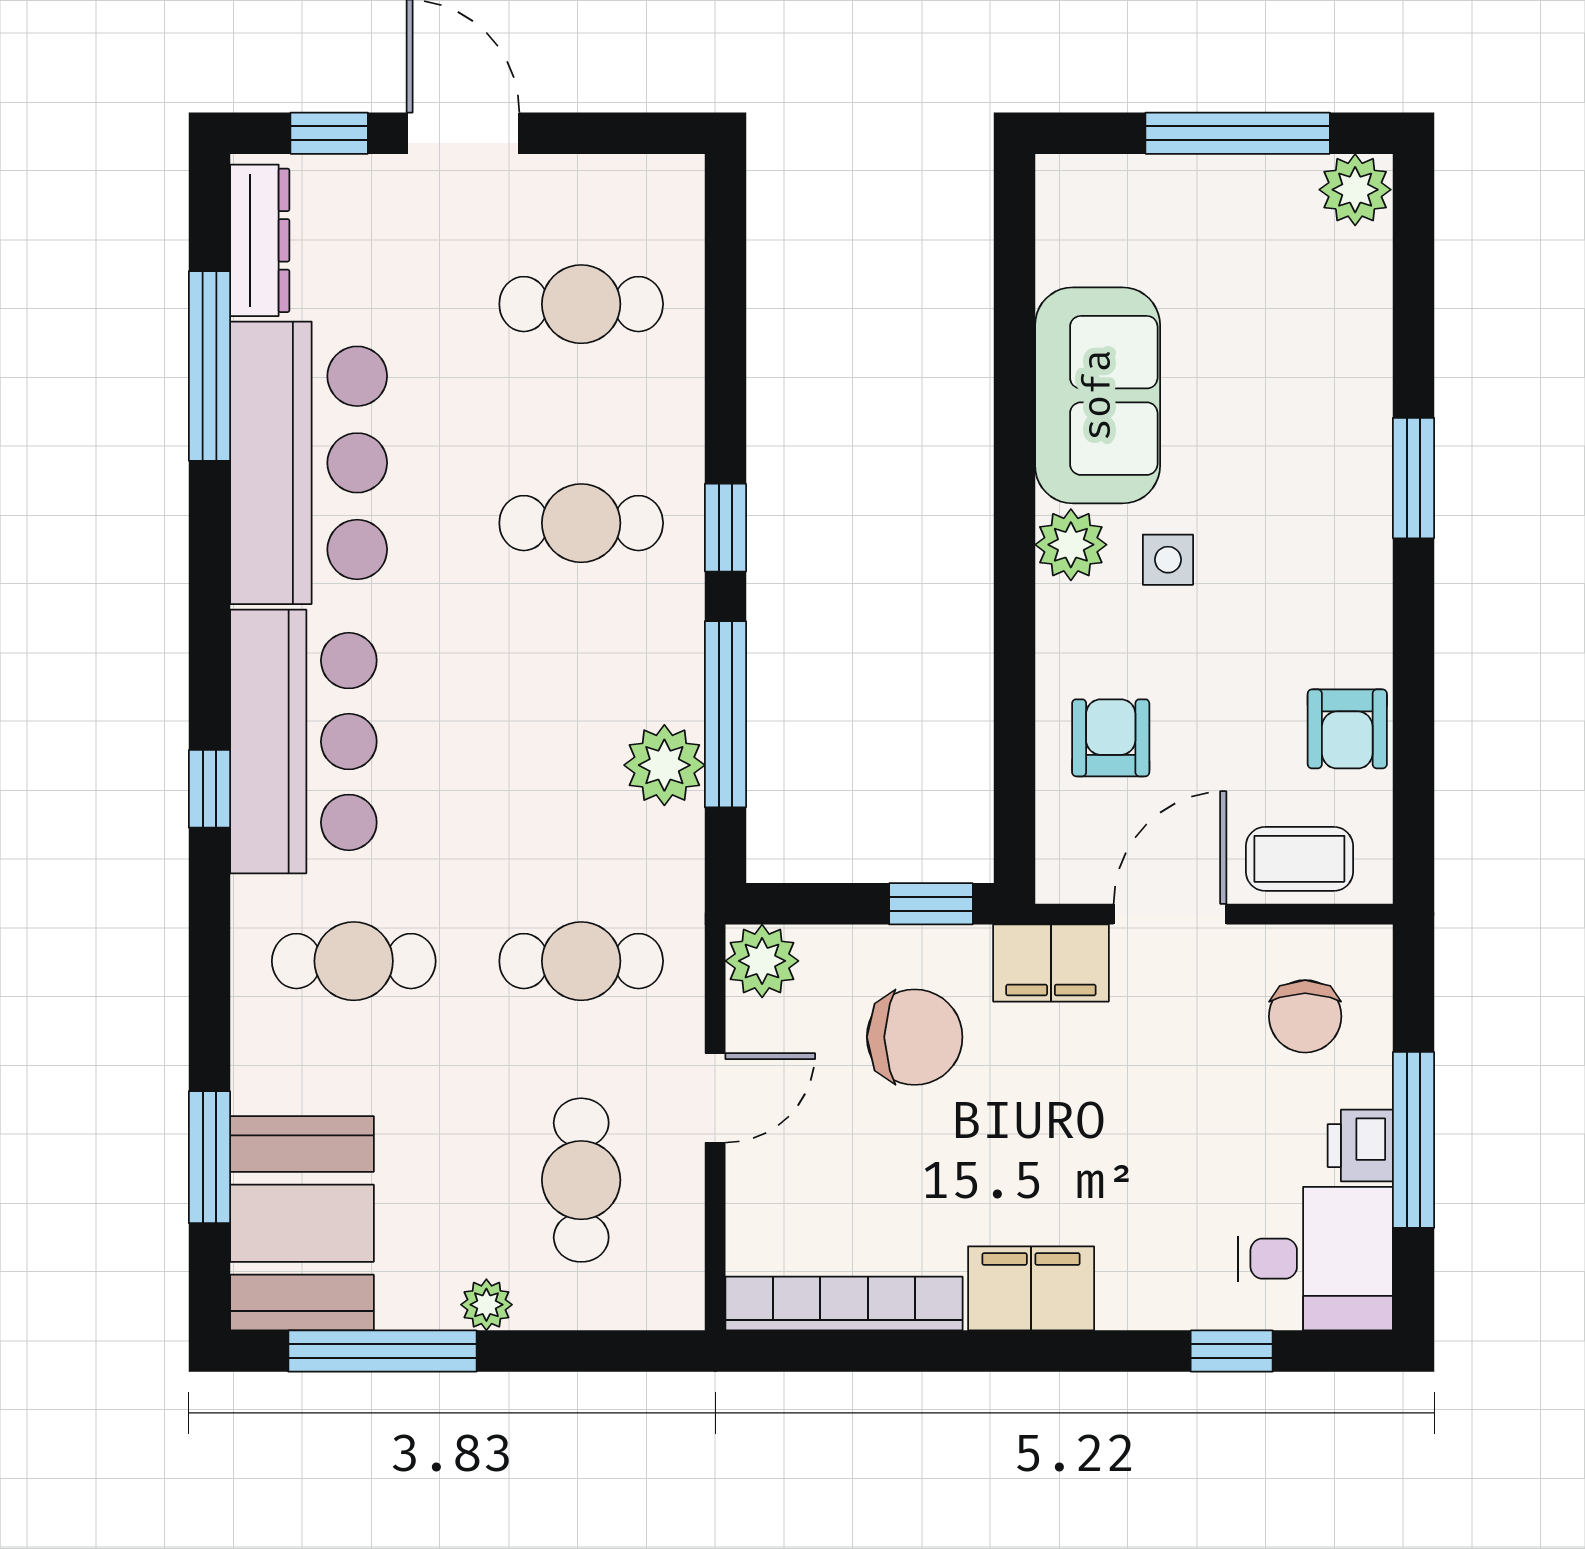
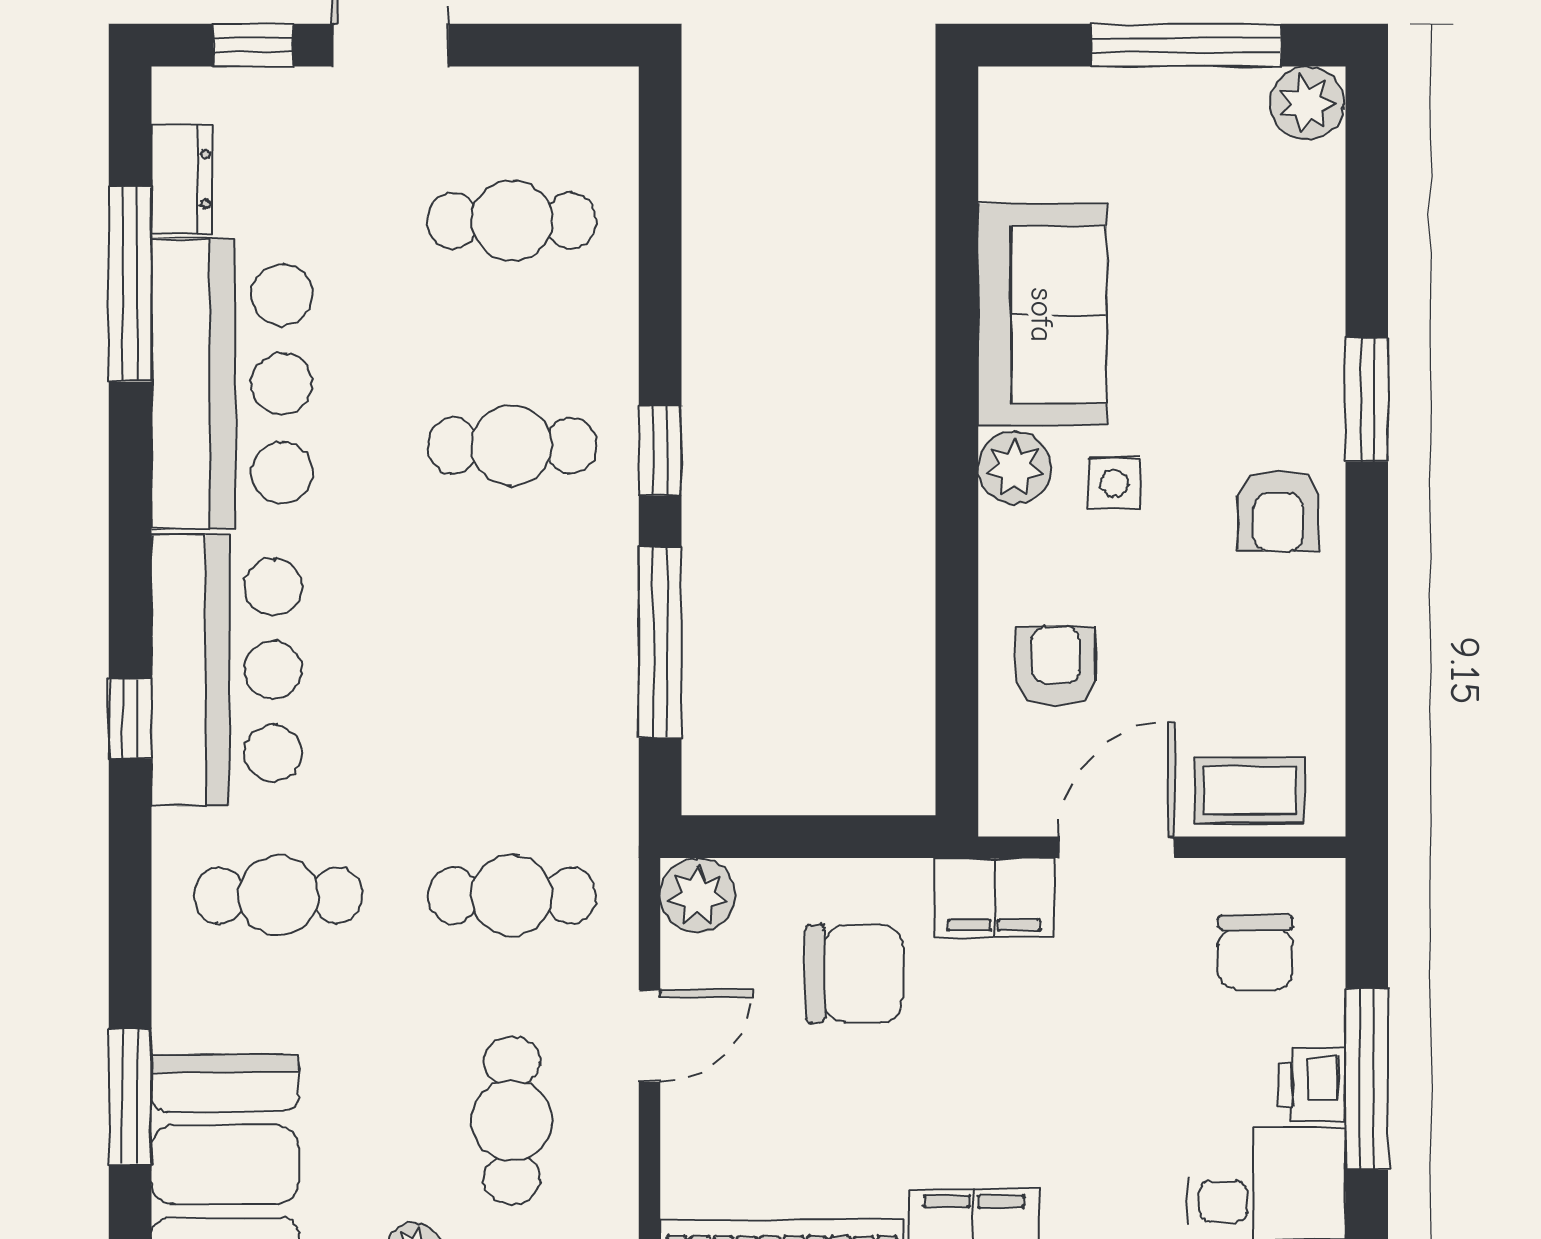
dresser: (260, 240) -> (182, 179), width x0.70
armchair: (1347, 729) -> (1278, 511), moved
plant: (664, 765) -> (597, 694), removed
window: (931, 904) -> (871, 837), removed

